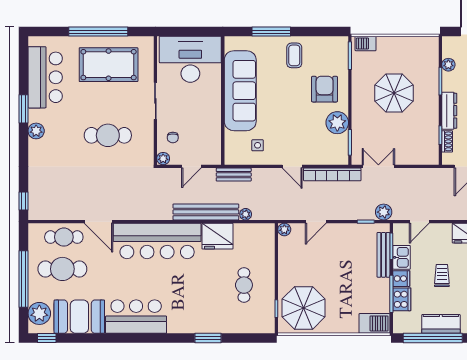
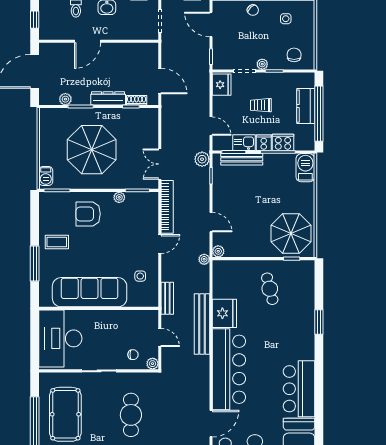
parasol: (394, 93) -> (92, 150), width x1.36, depth x1.36
plant: (337, 123) -> (119, 197), width x0.53, depth x0.53
plant: (246, 214) -> (204, 259), moved
cafe table: (244, 285) -> (270, 289), turned 76

